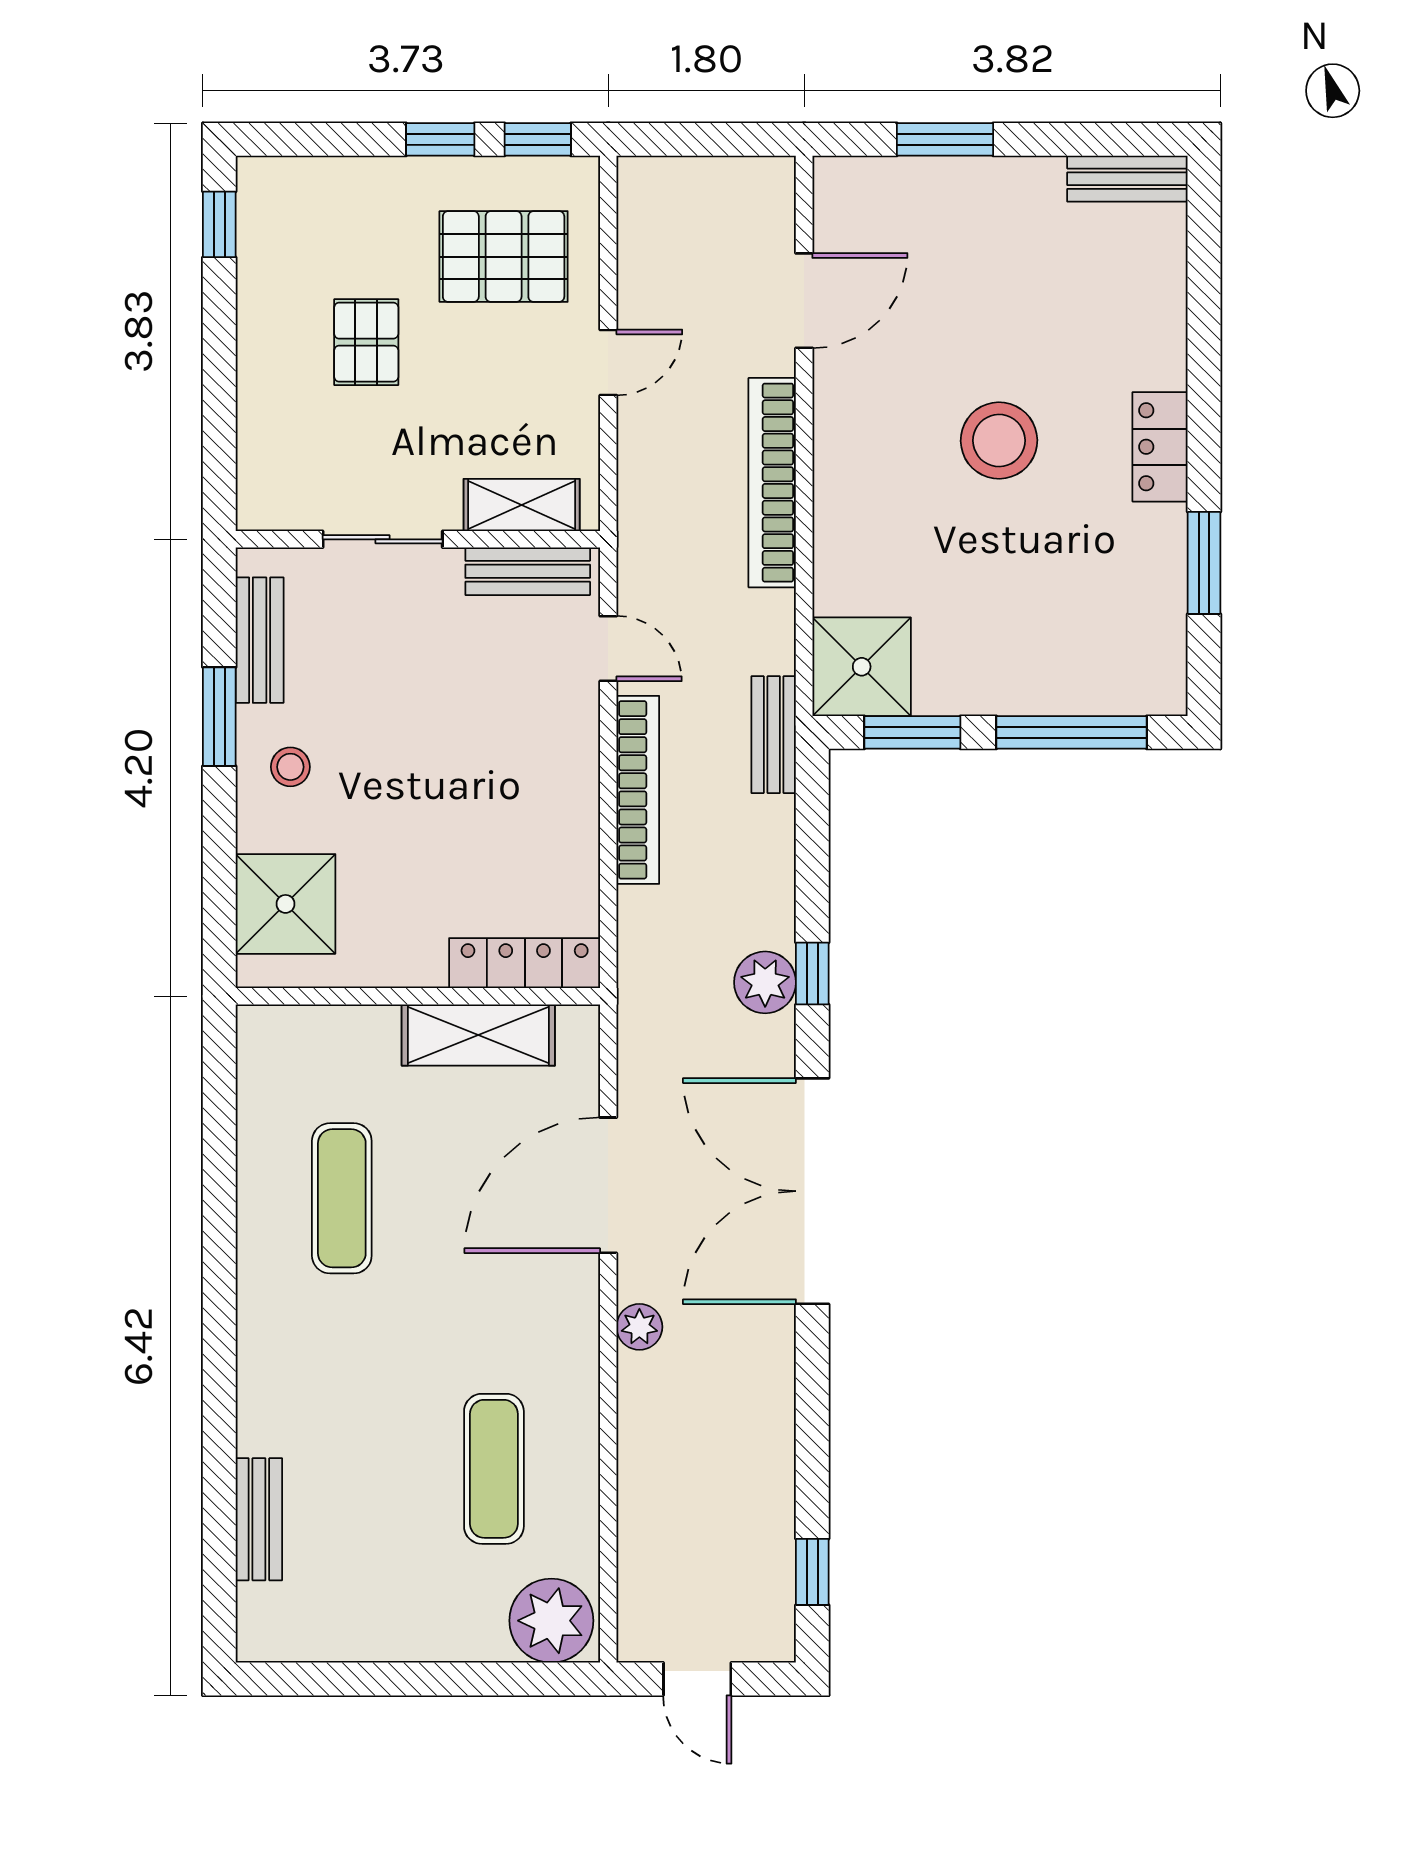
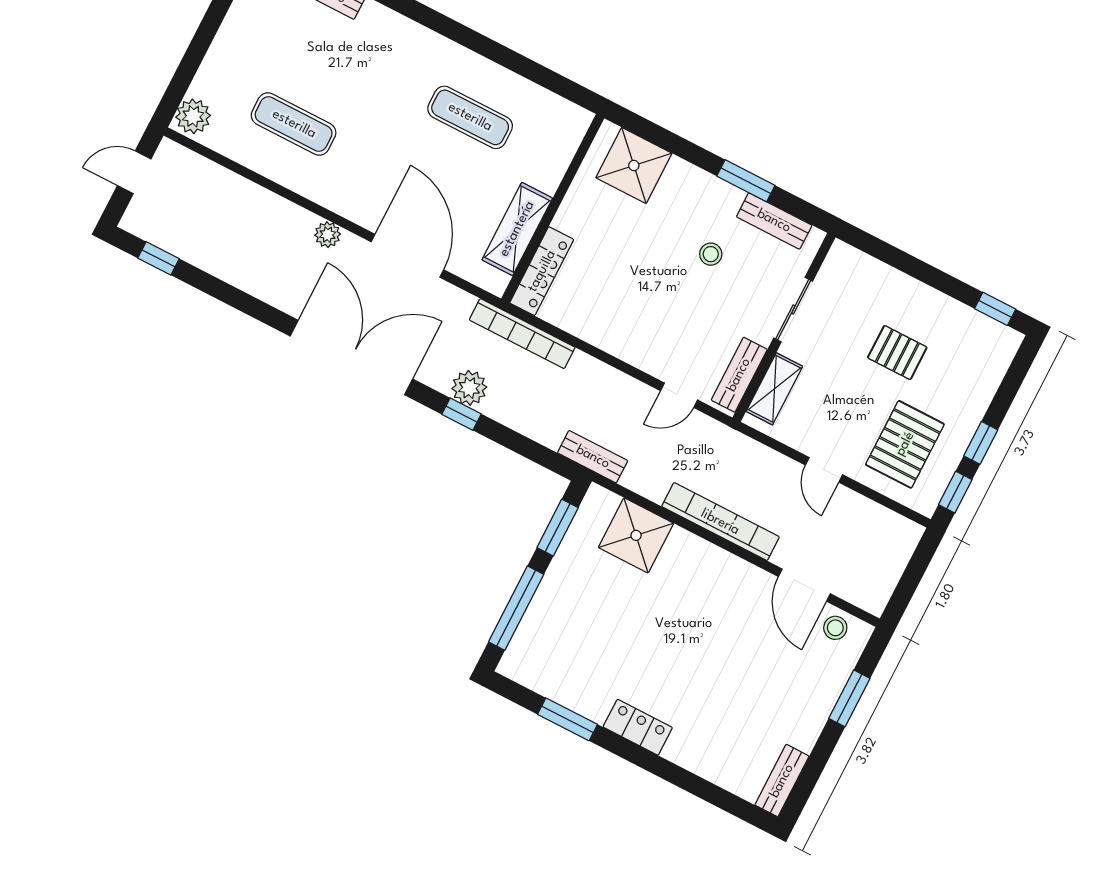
stool: (999, 441) -> (835, 628), moved, width x0.53, depth x0.53
shower: (862, 667) -> (636, 535), moved
stool: (290, 767) -> (711, 254), moved
bookcase: (638, 790) -> (522, 334), moved
plant: (551, 1621) -> (193, 116), width x0.73, depth x0.73

